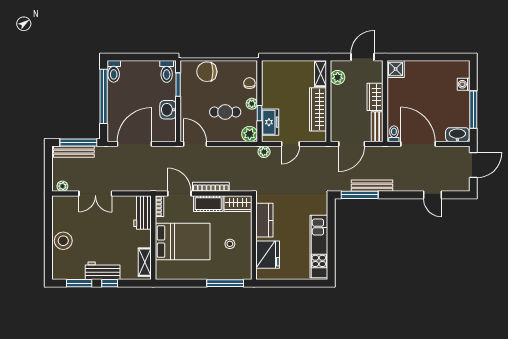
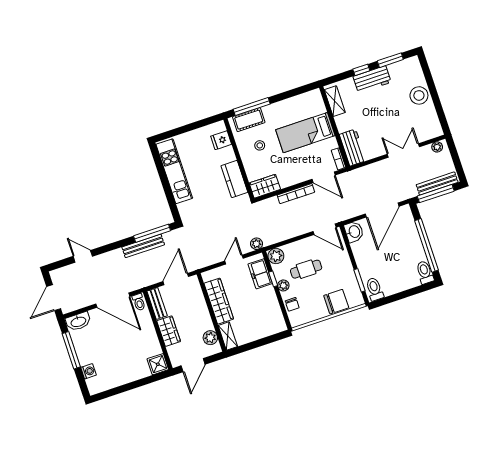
washbasin: (168, 110) -> (354, 232), moved
cot: (208, 204) -> (249, 120), moved
bed: (183, 242) -> (305, 133), width x0.67
fridge: (268, 255) -> (221, 140), width x0.53, depth x0.75

